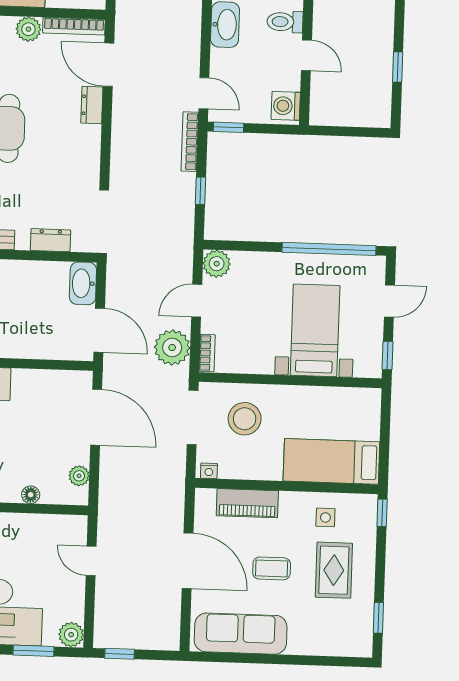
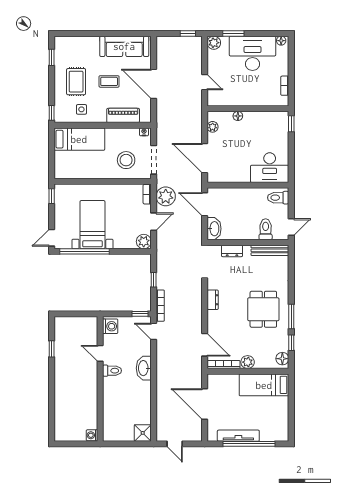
dresser: (92, 105) -> (213, 300), moved
door: (389, 301) -> (52, 238), moved
bed with nightstands: (315, 330) -> (92, 225), moved, turned 180

